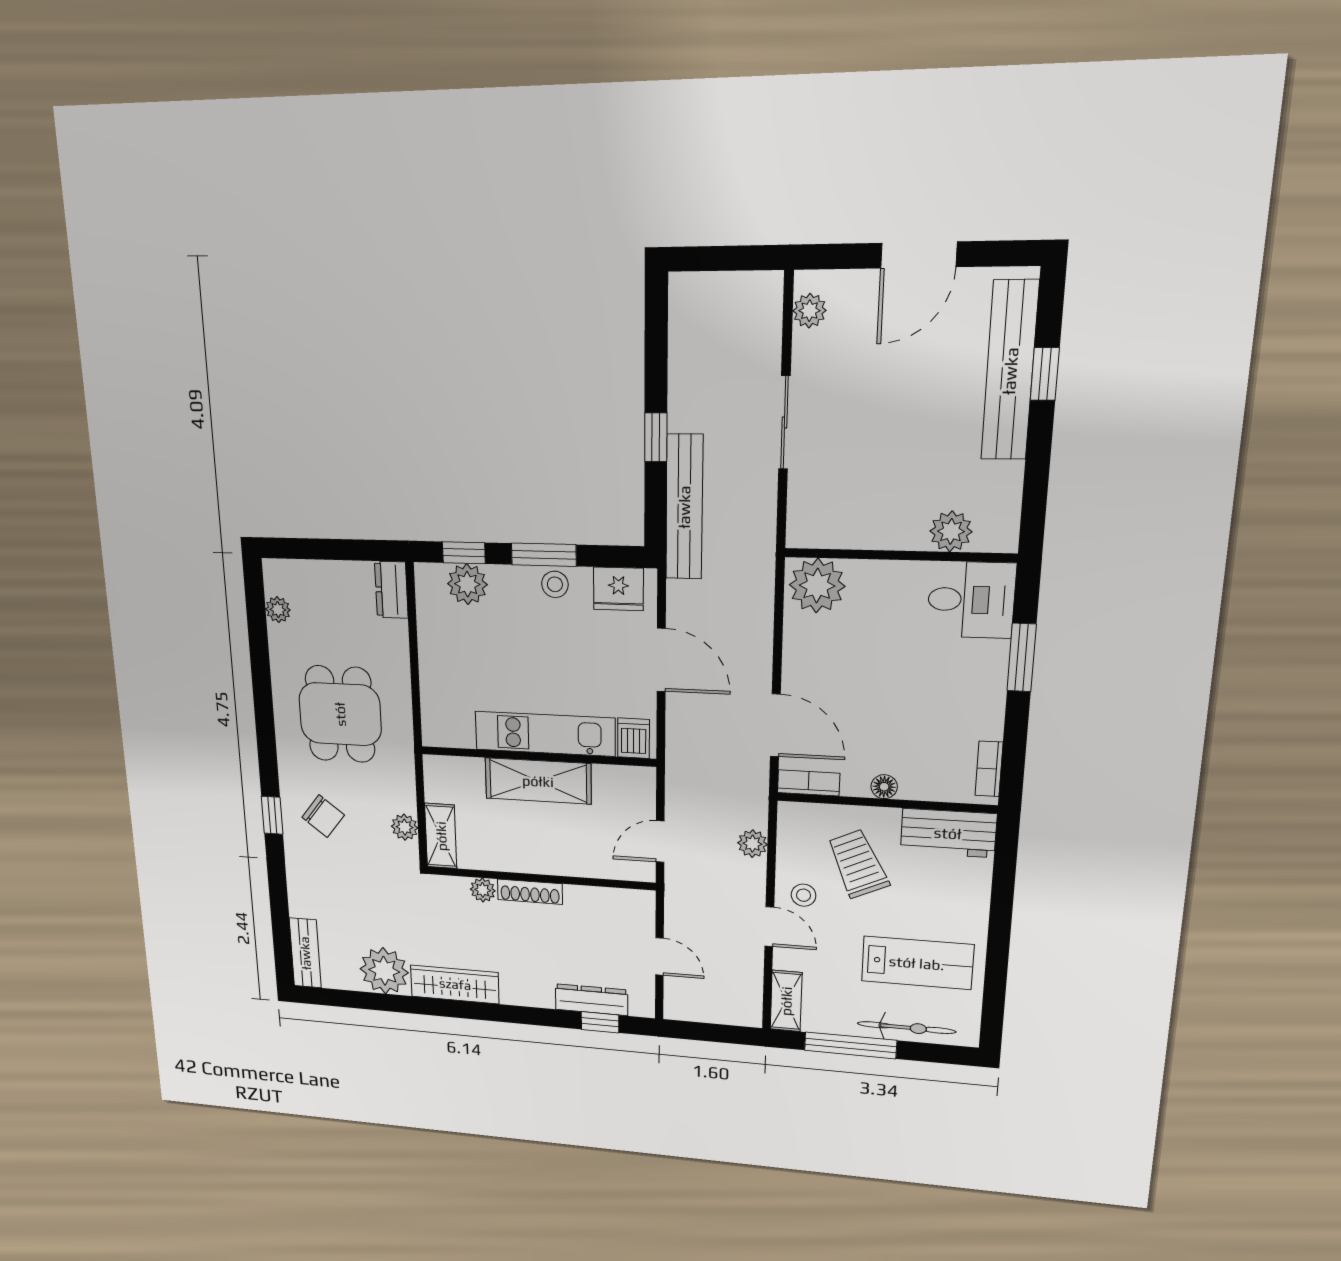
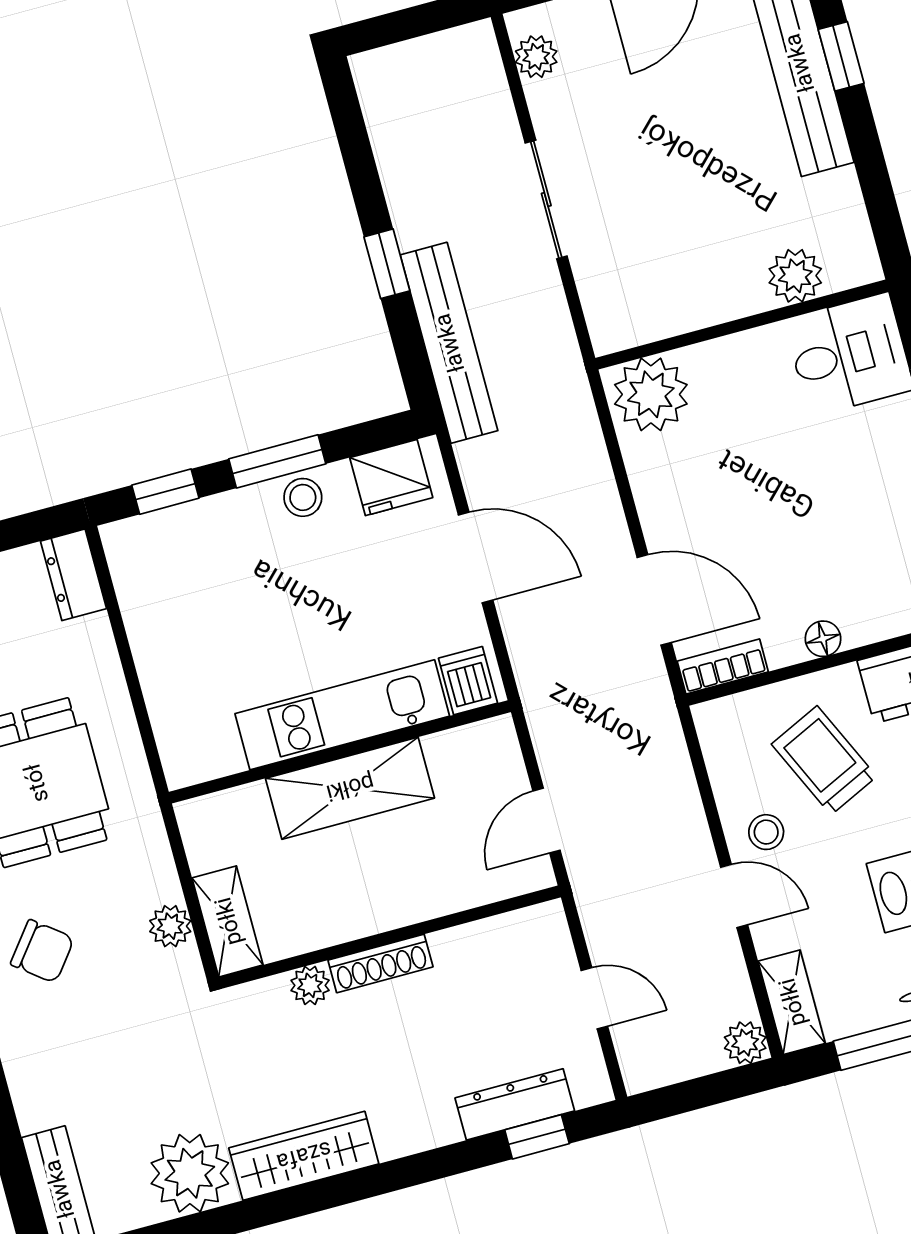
plant: (467, 584) -> (180, 534), removed
plant: (752, 844) -> (745, 1043), moved

